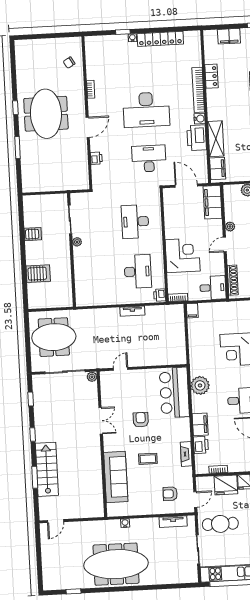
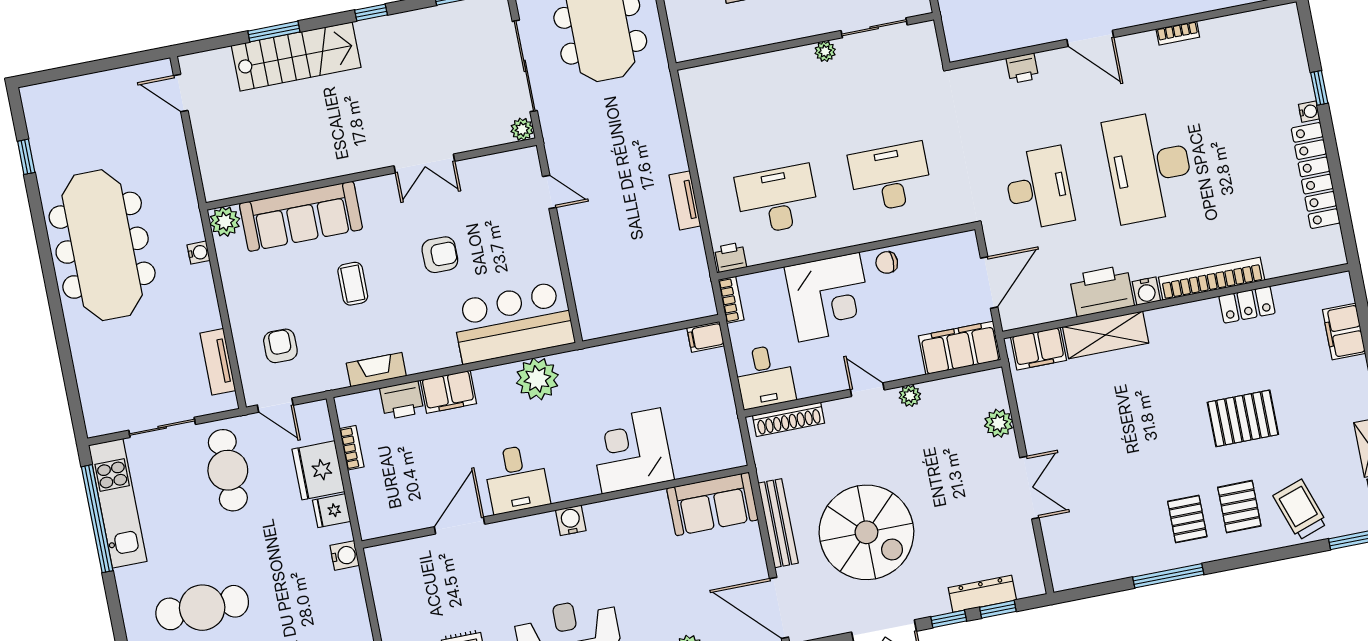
chair: (171, 228) -> (887, 262), added
desk: (138, 271) -> (777, 200), turned 180
plant: (113, 510) -> (225, 222), added

